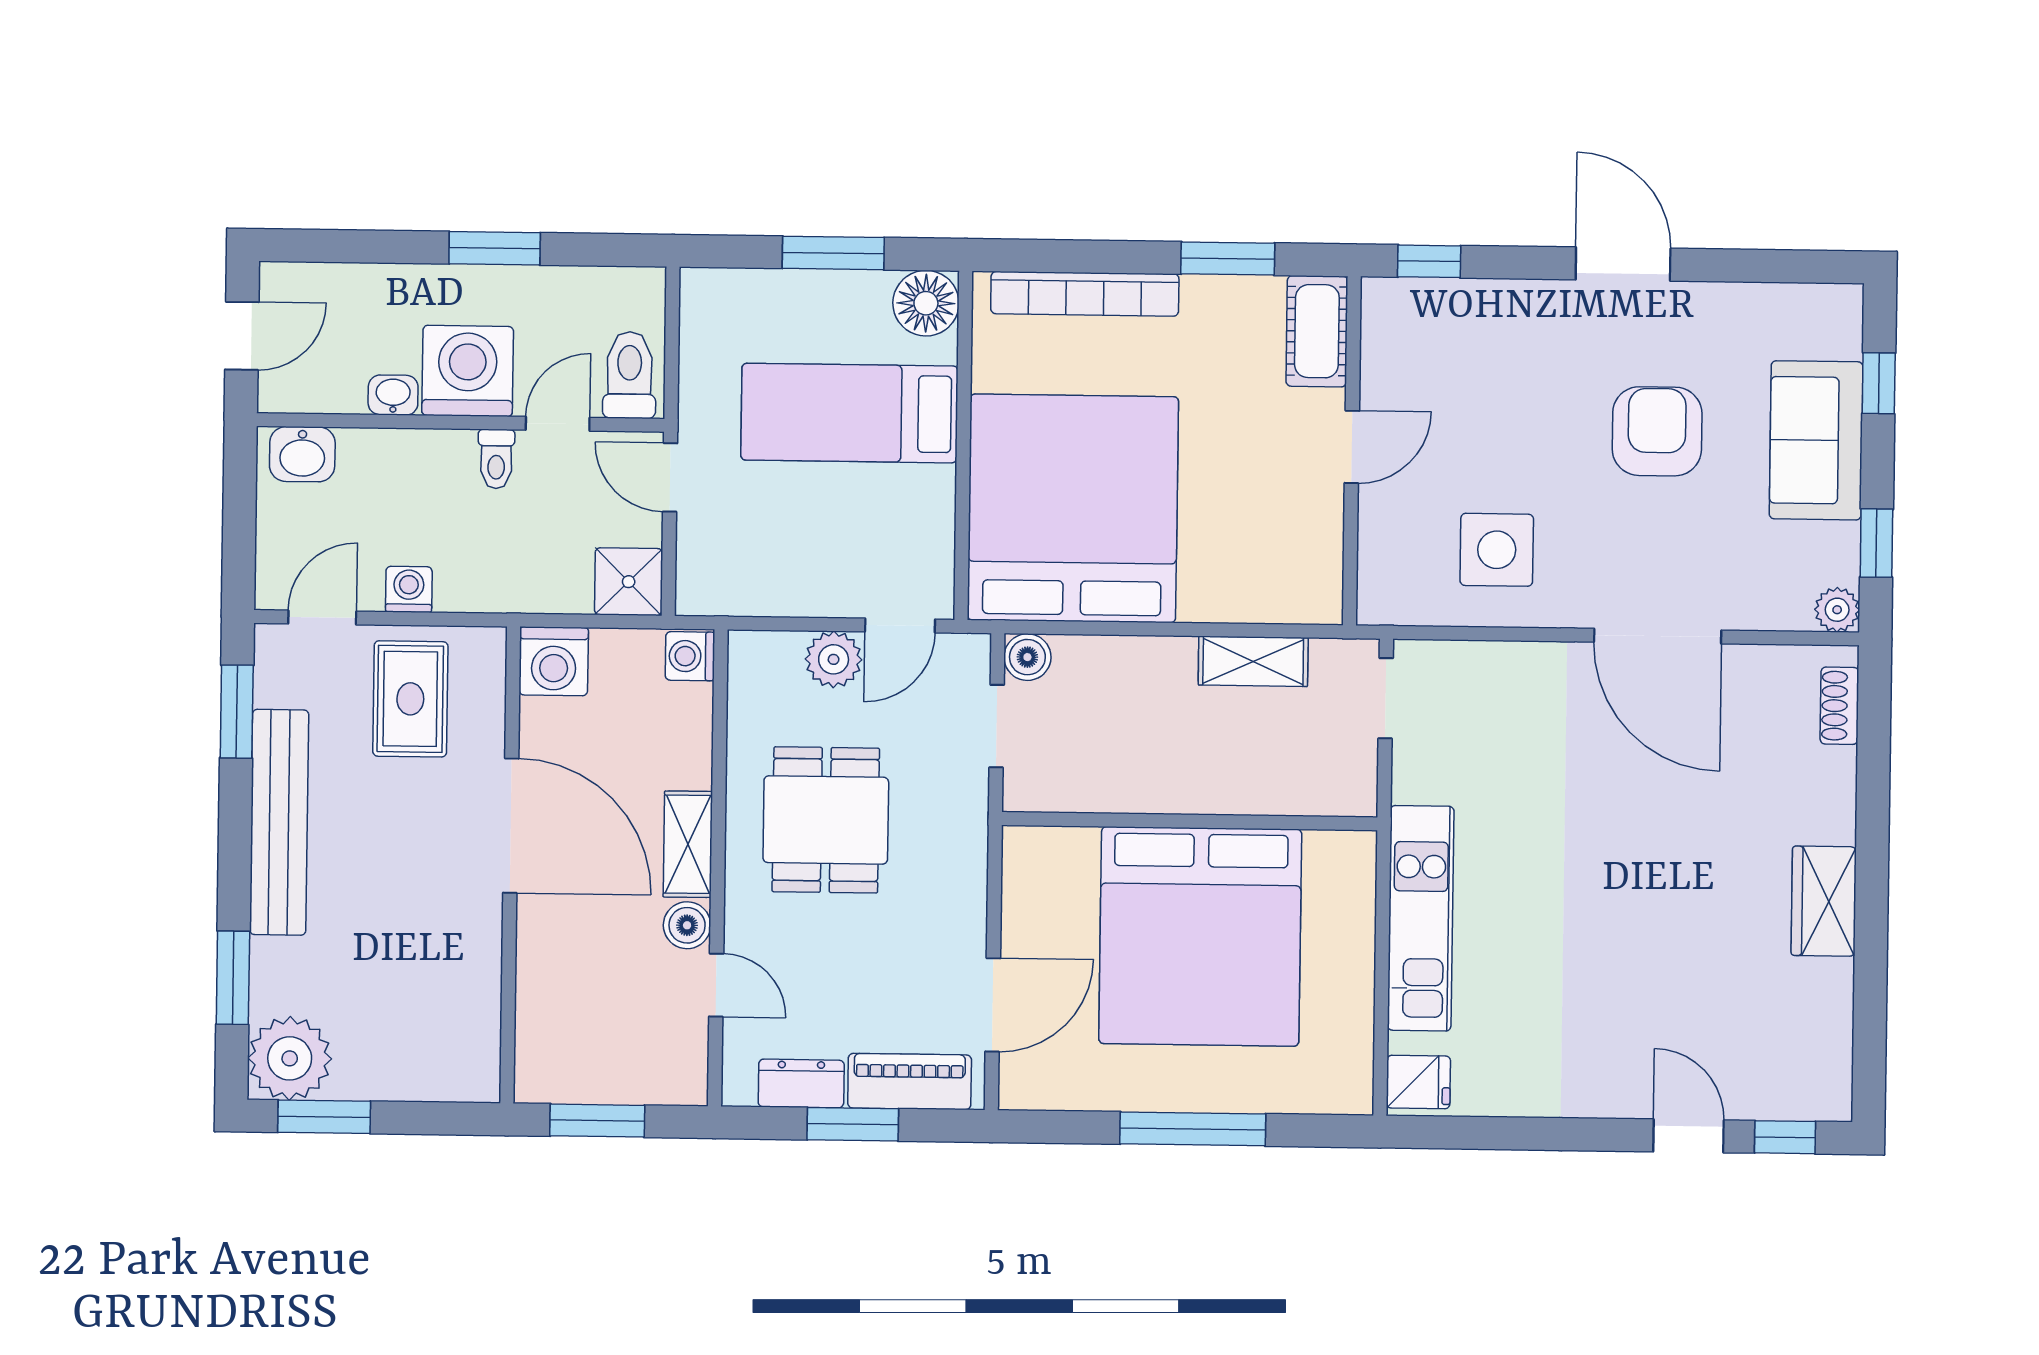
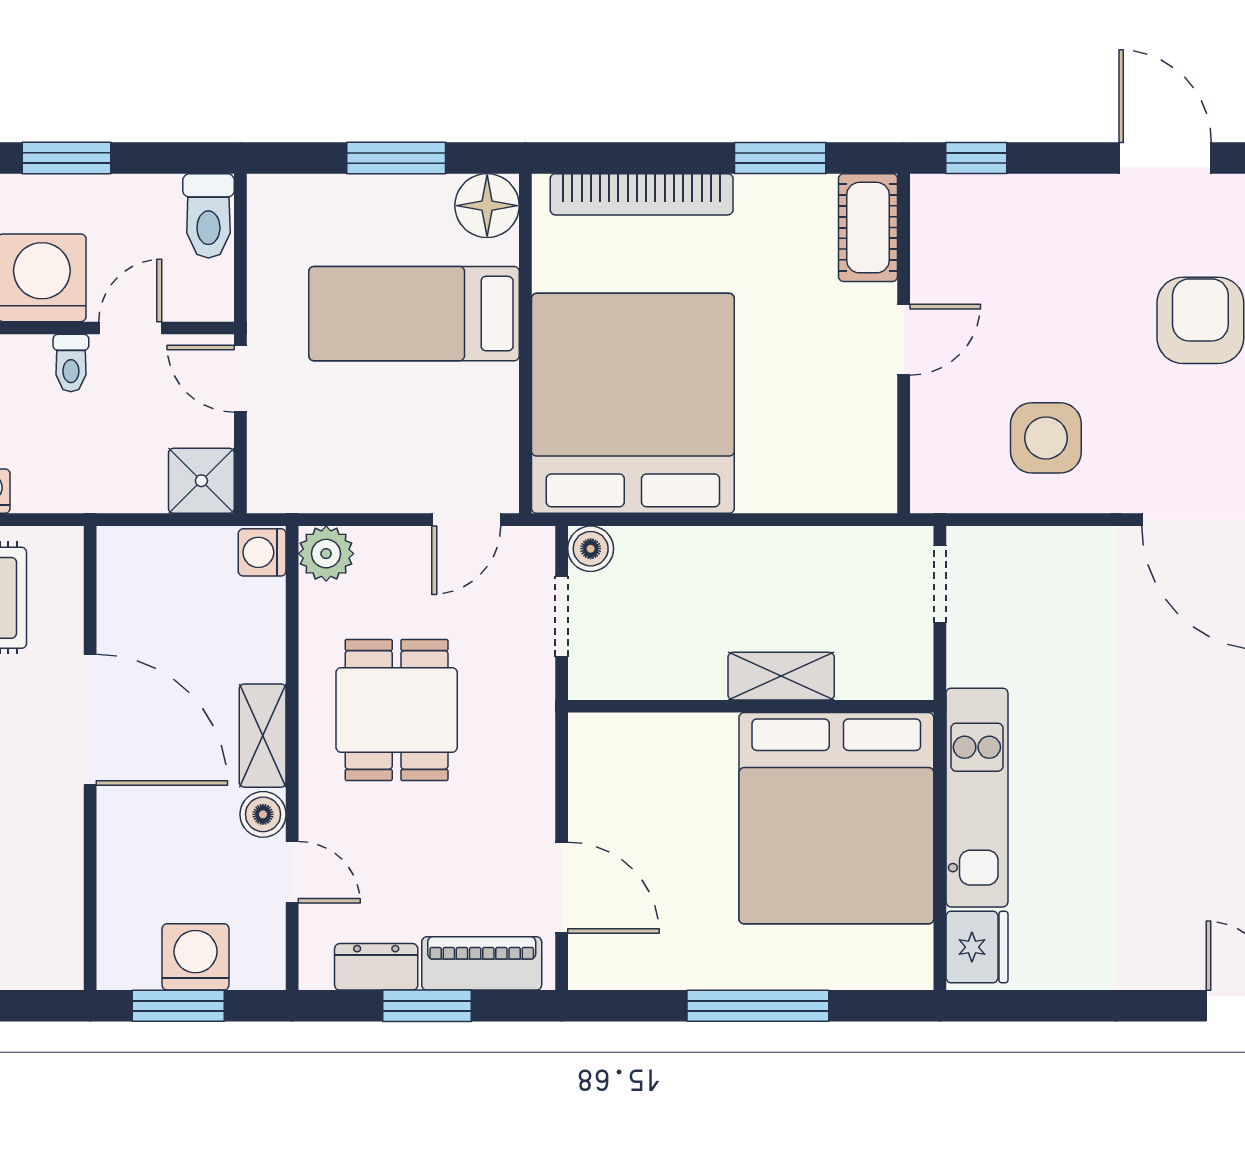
toilet: (629, 375) -> (208, 216), moved, turned 180
plant: (834, 659) -> (326, 554), moved
washing machine: (554, 661) -> (196, 957), moved, turned 180
shelving: (1253, 661) -> (781, 676), moved
bed: (1200, 936) -> (836, 818), moved
door: (993, 1005) -> (562, 888), hinge flipped
fridge: (1418, 1082) -> (977, 947), width x1.38

